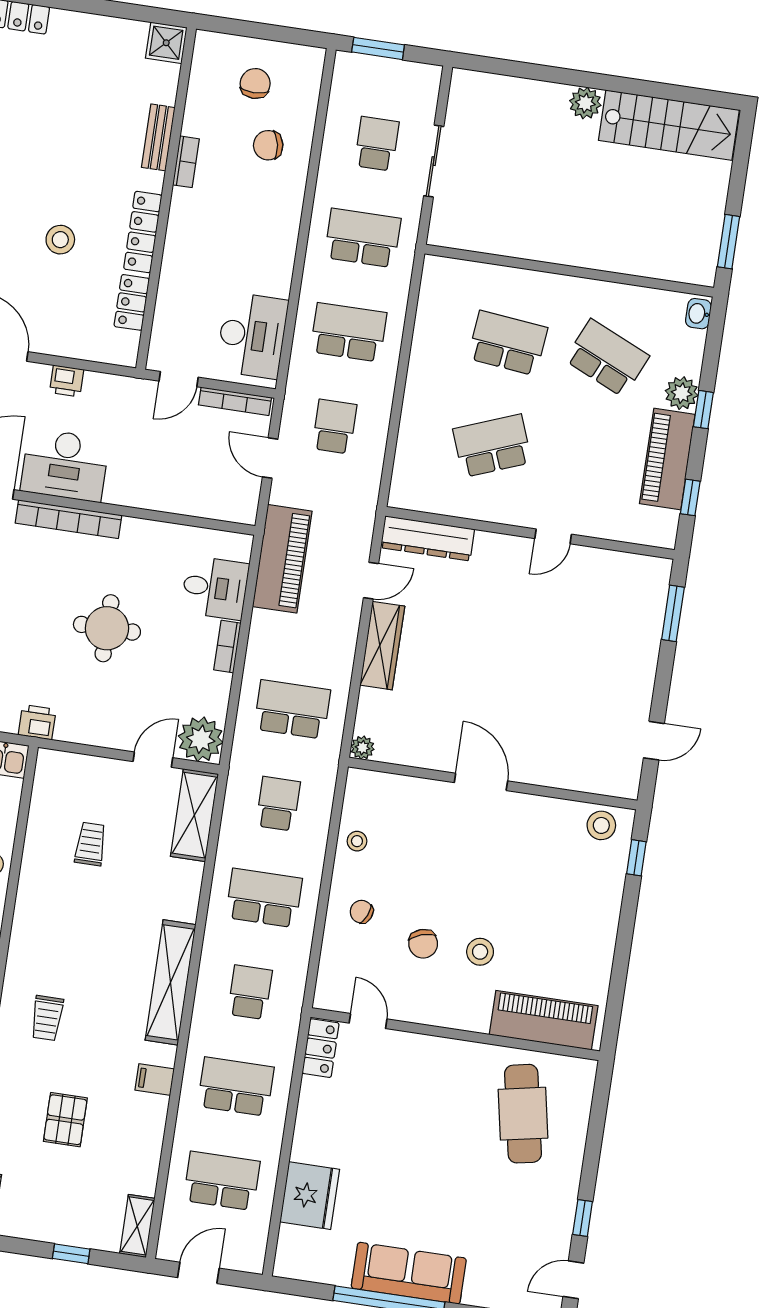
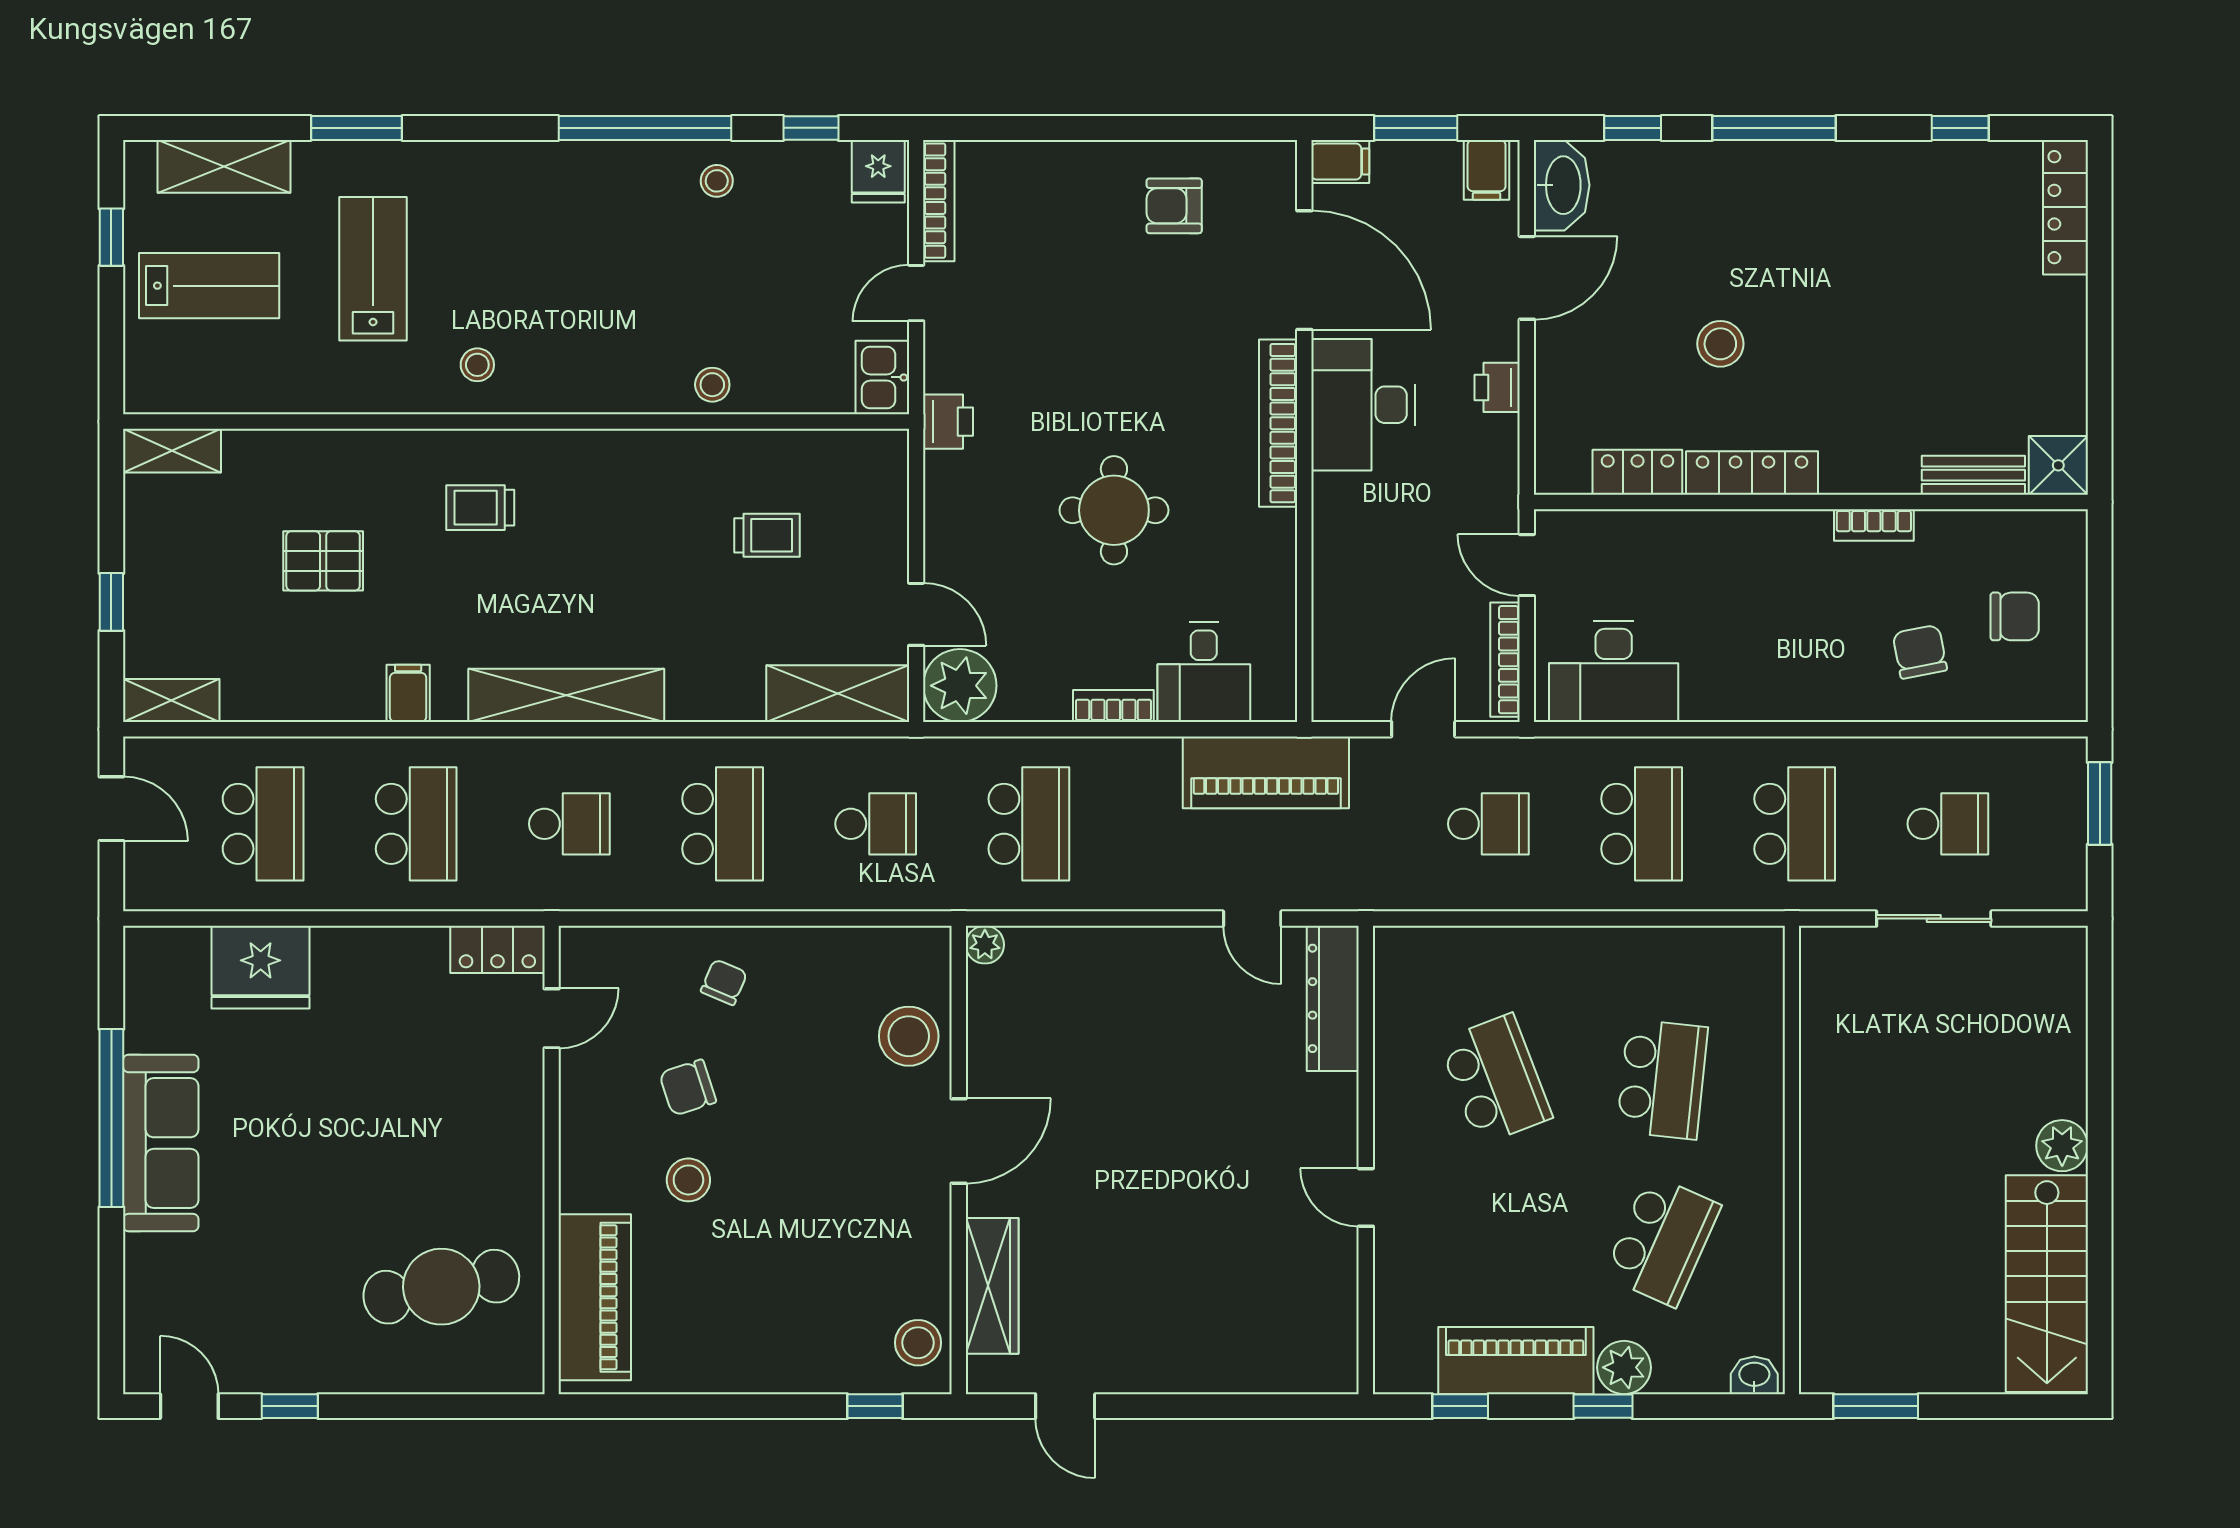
bench: (158, 137) -> (1973, 475), moved
window: (673, 613) -> (1272, 1406), removed
wardrobe: (382, 646) -> (992, 1286), moved, turned -90
stool: (357, 841) -> (909, 1036), moved, width x1.89, depth x1.89

